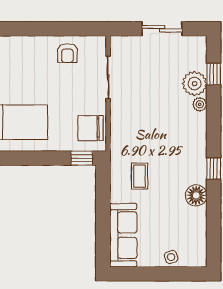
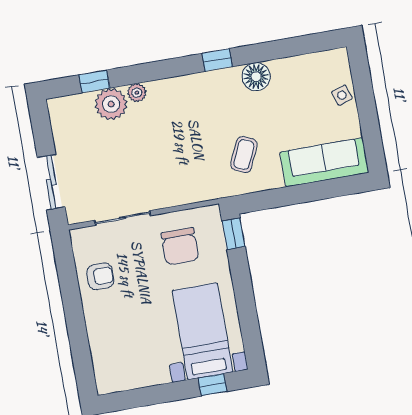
sliding door: (162, 29) -> (51, 182), moved
chair: (91, 128) -> (180, 246), moved
coffee table: (140, 176) -> (244, 155), turned -66

